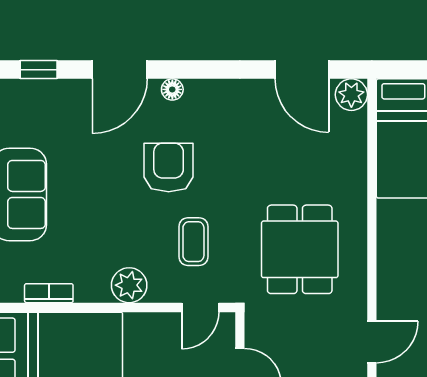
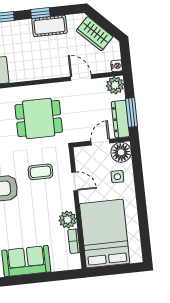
plant: (129, 285) -> (68, 220), moved
door: (200, 307) -> (75, 181), moved

